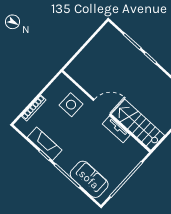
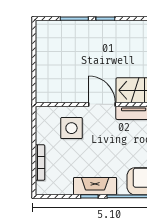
door: (102, 107) -> (102, 104), hinge flipped
fireplace: (45, 144) -> (95, 186), moved

